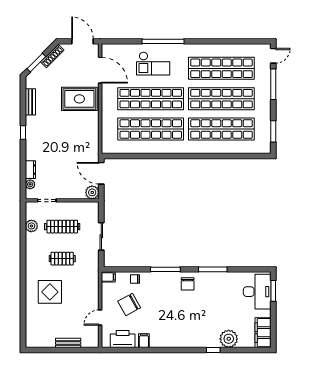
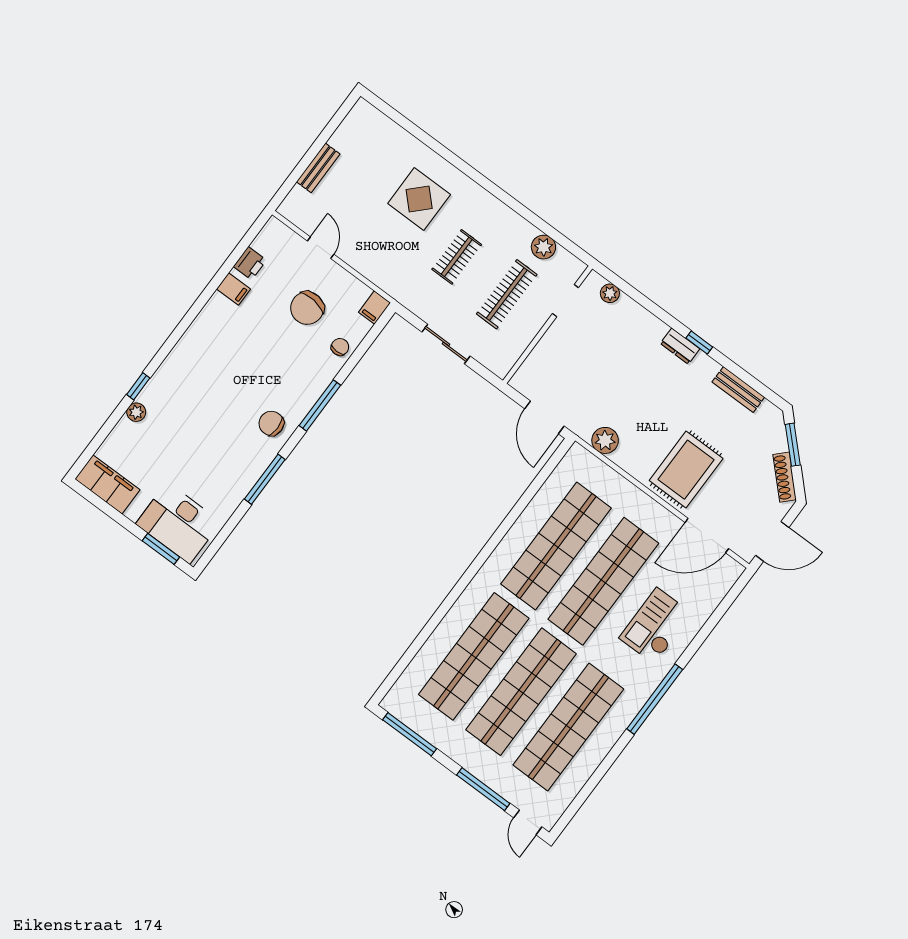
window: (163, 41) -> (655, 699), moved
window: (273, 131) -> (410, 734), width x1.44
dresser: (30, 170) -> (680, 346), moved
door: (101, 173) -> (544, 417), swing flipped
plant: (92, 192) -> (605, 440), moved
chair: (129, 305) -> (307, 308), turned -145
printer: (123, 339) -> (250, 263), width x0.53, depth x0.68
plant: (229, 339) -> (136, 412), width x0.53, depth x0.53

